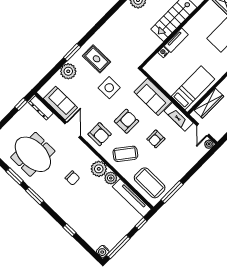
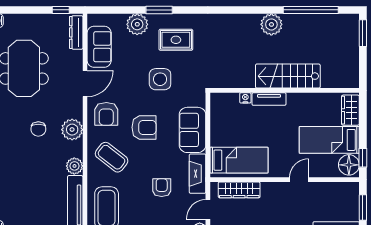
rug: (97, 59) -> (176, 40), turned 90
armchair: (156, 139) -> (162, 188), moved, turned 90
plant: (99, 169) -> (72, 130), moved

